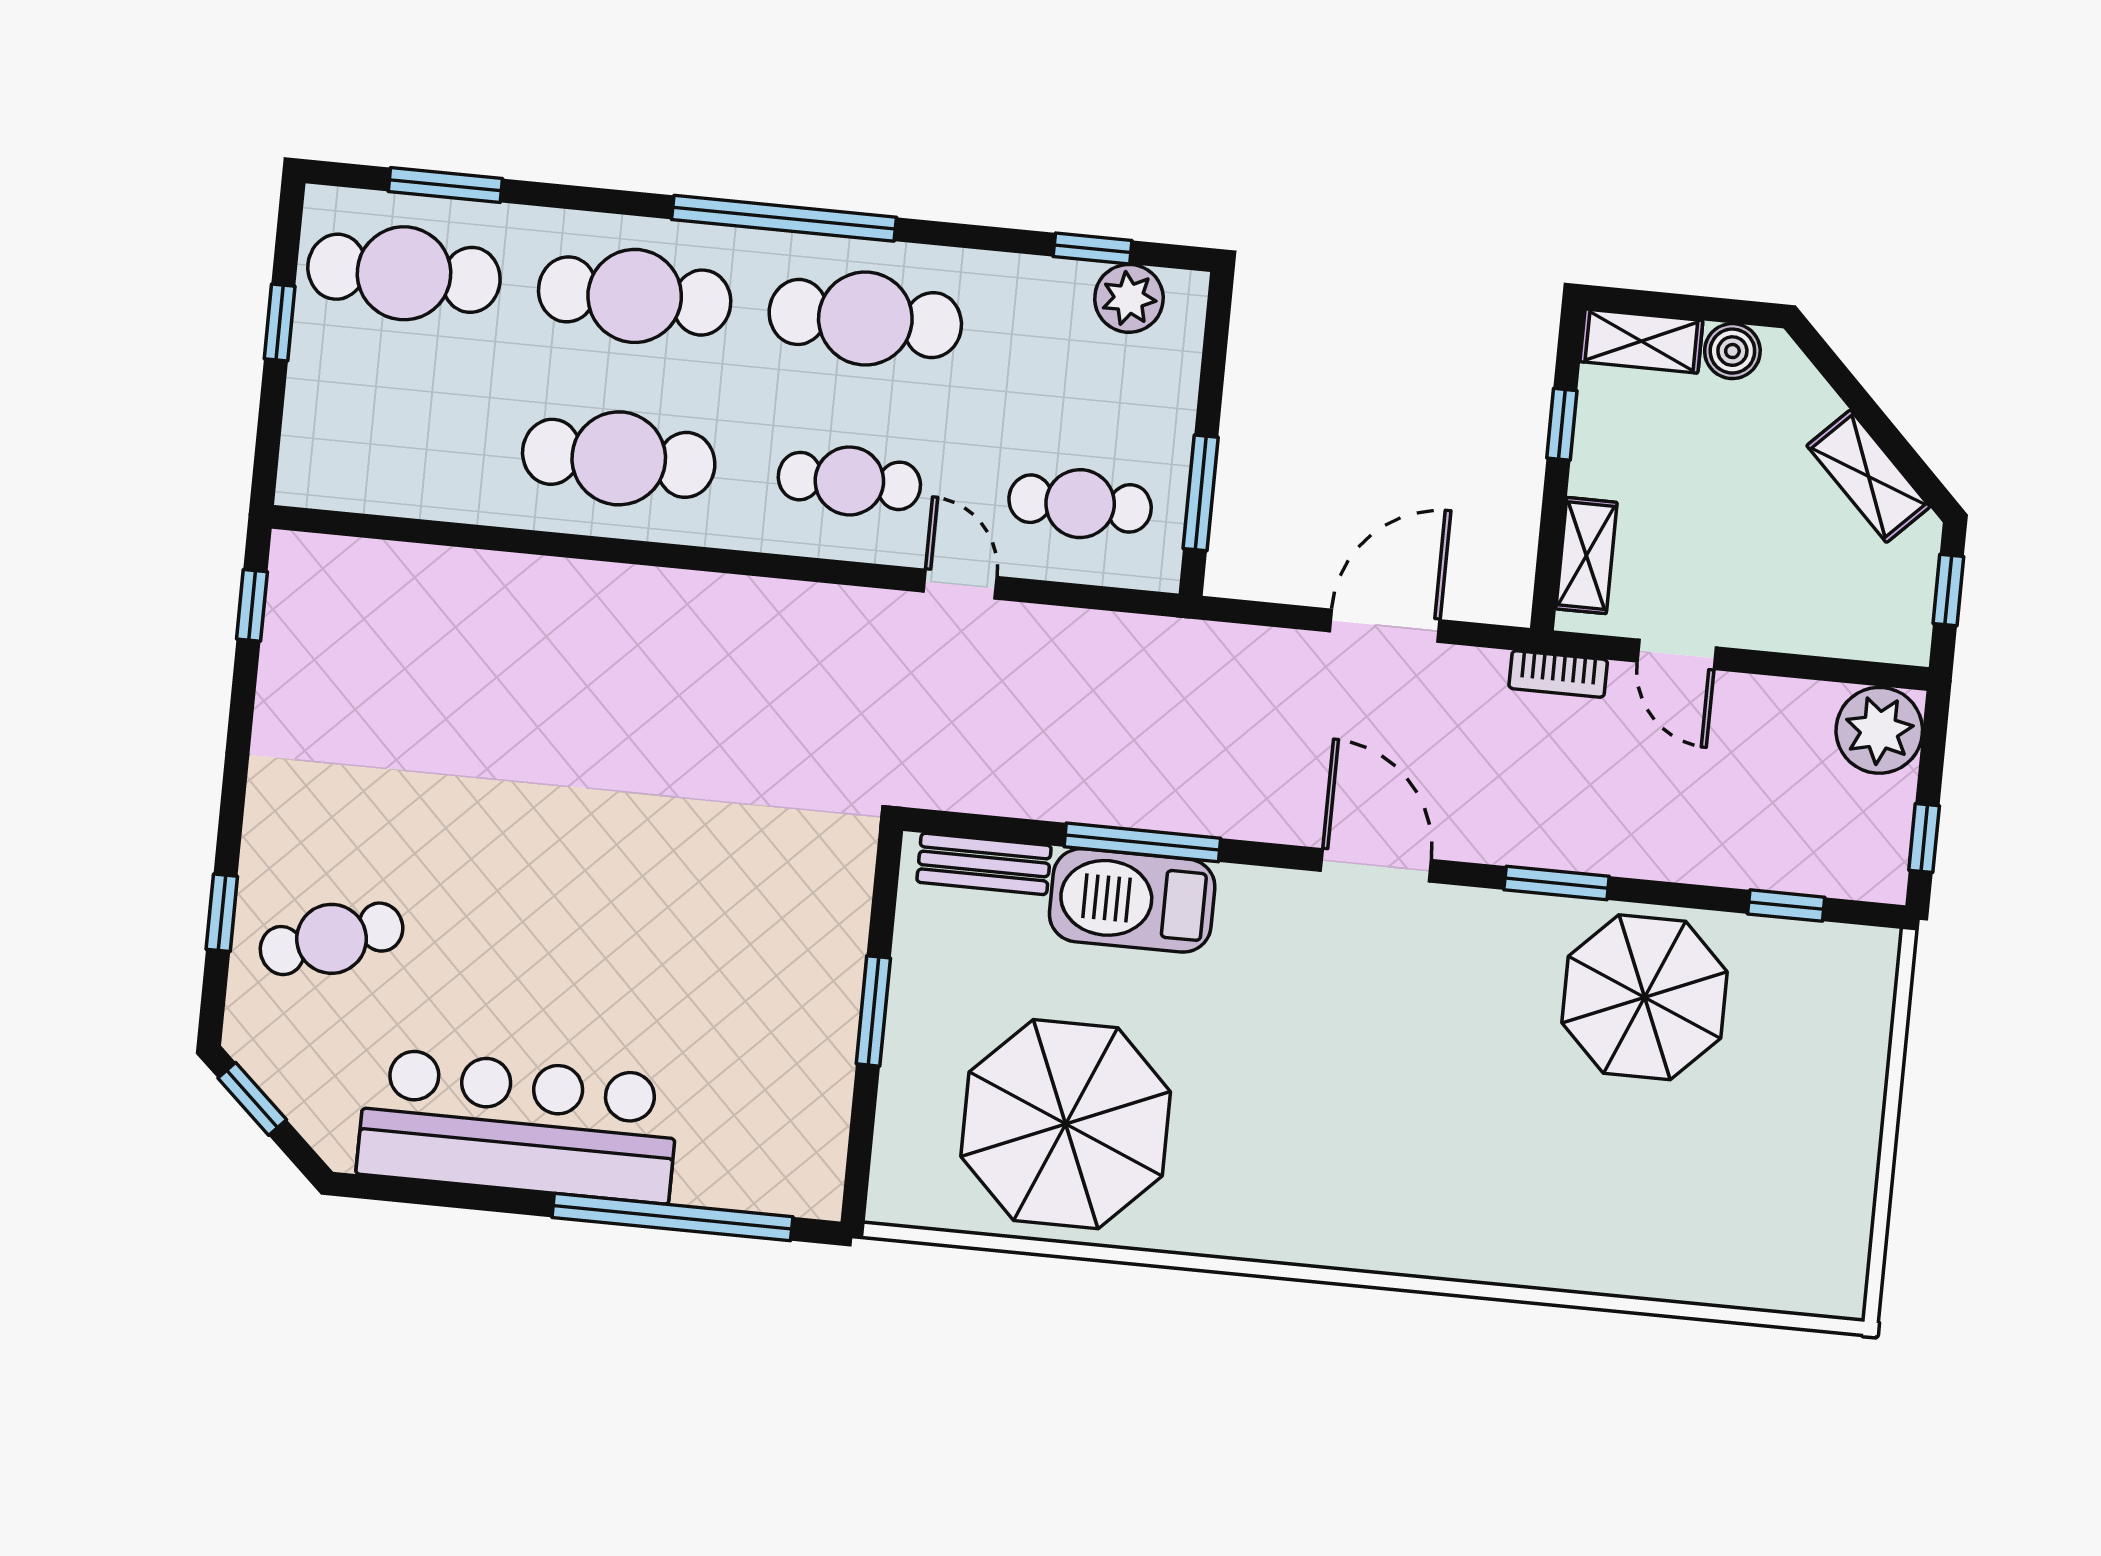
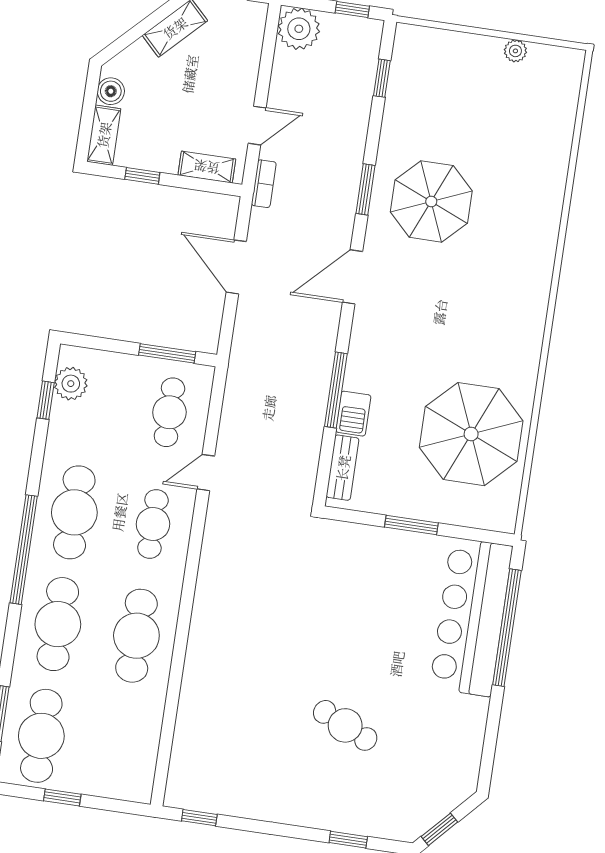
barbecue: (1132, 900) -> (353, 414), width x0.53, depth x0.65
cafe table: (332, 939) -> (345, 725), moved, turned -46
parasol: (1645, 997) -> (431, 201), moved
bar counter: (518, 1126) -> (471, 617), moved
plant: (1856, 1177) -> (515, 51), added

